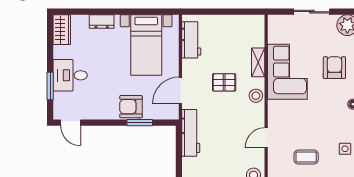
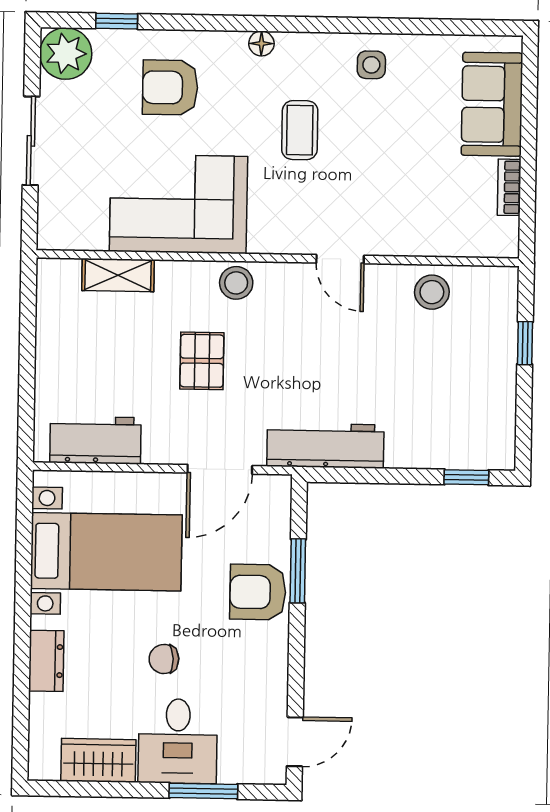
wardrobe: (62, 30) -> (98, 760), moved
shelving: (258, 62) -> (118, 275), moved
chair: (103, 69) -> (164, 659), added
door: (180, 90) -> (220, 469), hinge flipped
armchair: (131, 107) -> (258, 592), turned 90
coffee table: (306, 157) -> (300, 130), moved

